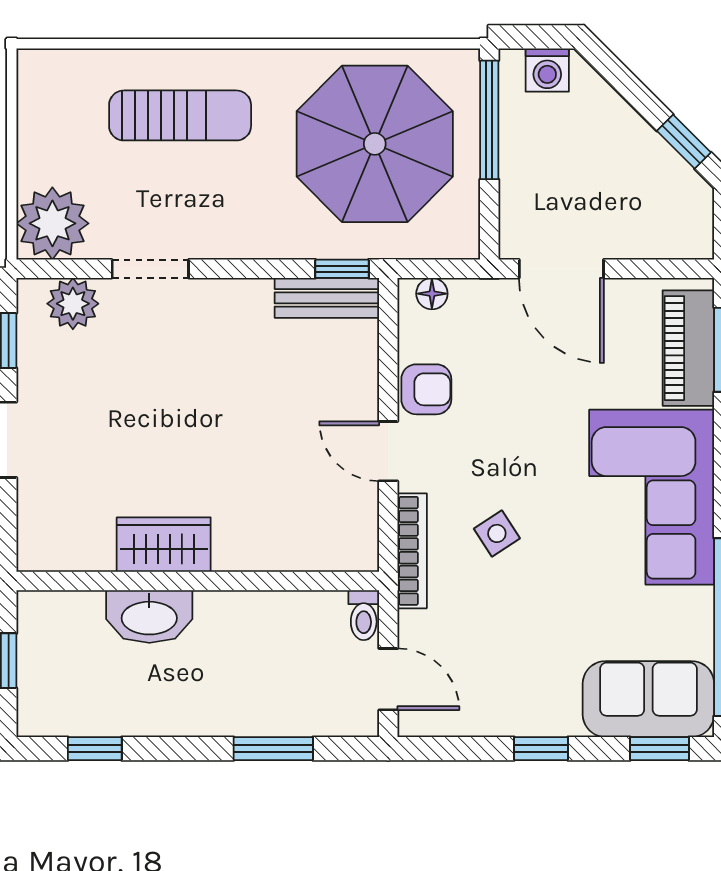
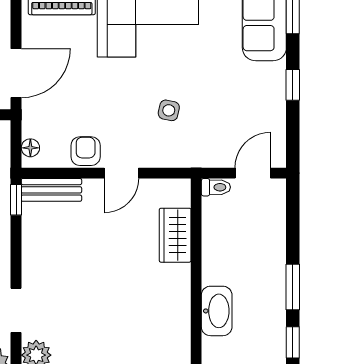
bench: (327, 298) -> (51, 190), moved, turned 90
side table: (497, 533) -> (169, 110), turned 45
wardrobe: (164, 545) -> (175, 235), moved
bookcase: (412, 551) -> (179, 159), removed
window: (273, 749) -> (293, 287), moved

